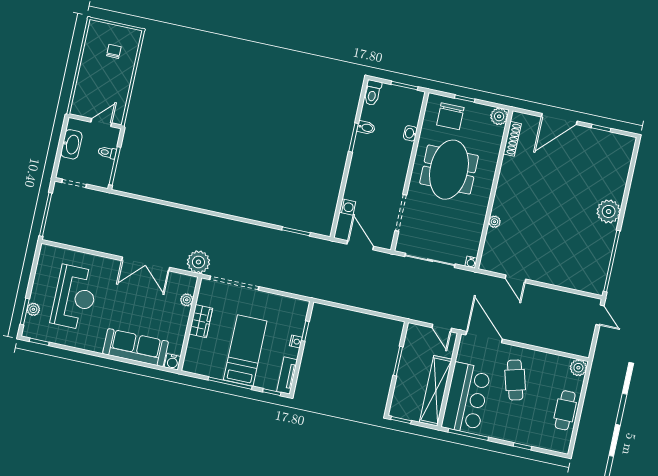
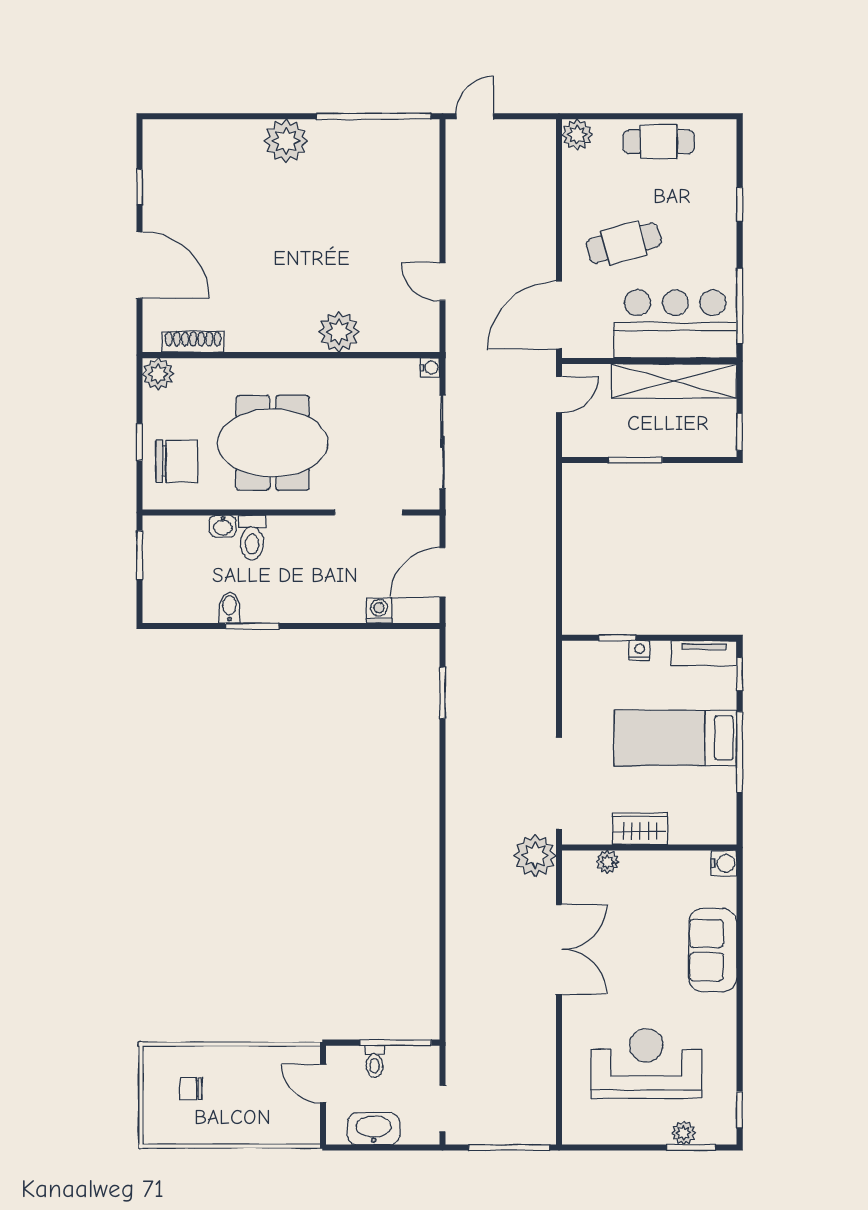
toilet: (372, 93) -> (252, 538), moved, turned 90
plant: (494, 222) -> (339, 332), width x1.88, depth x1.88
door: (515, 279) -> (442, 282), swing flipped
sofa: (136, 348) -> (713, 950), width x0.73

